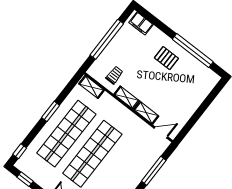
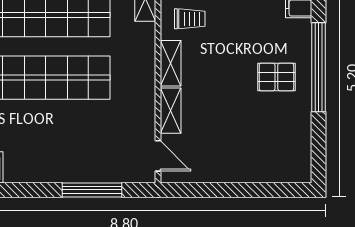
window: (193, 51) -> (318, 67), moved
pallet: (166, 58) -> (276, 77), turned 90

